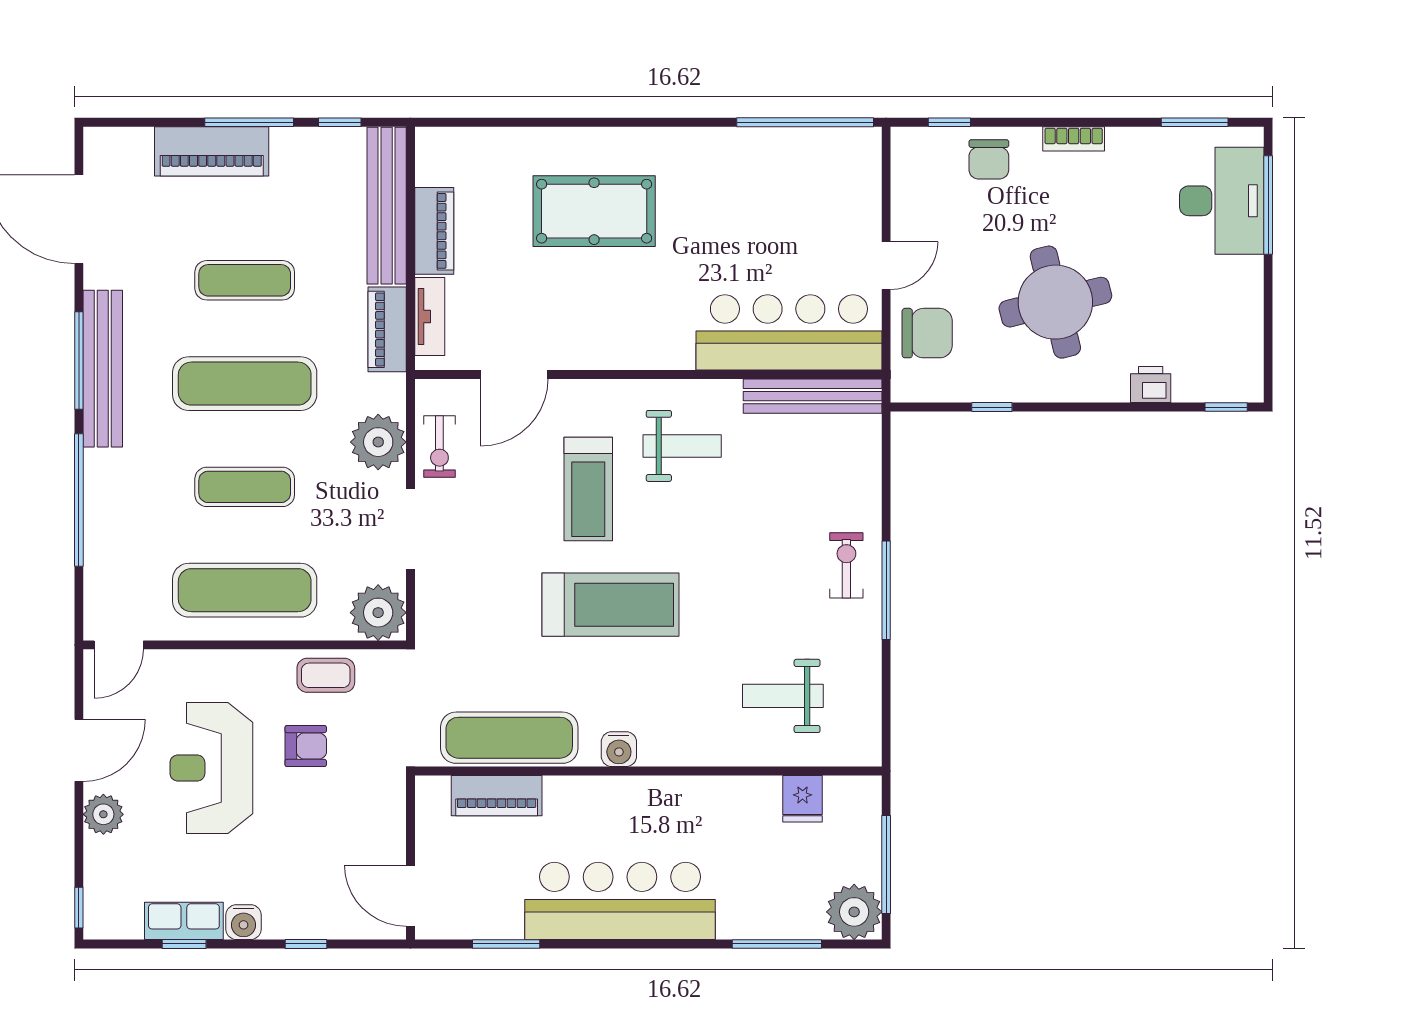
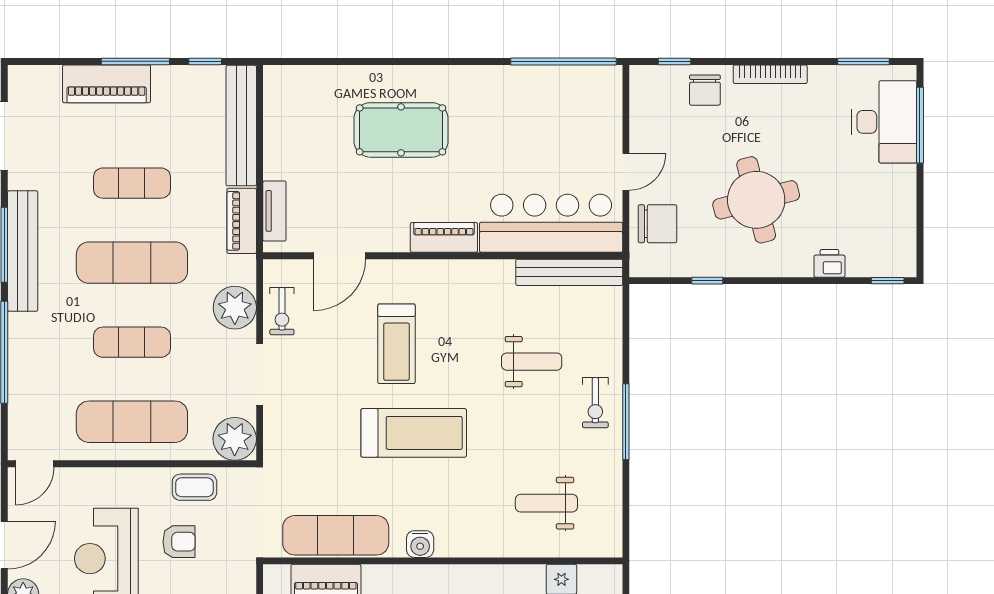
bookcase: (1074, 139) -> (770, 74), width x1.56
piano: (434, 231) -> (444, 237), moved, turned -90
weight bench: (682, 446) -> (532, 362), moved
exercise bike: (846, 565) -> (595, 403), turned 180

